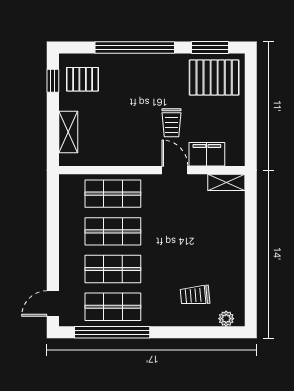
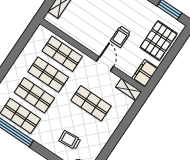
pallet: (214, 77) -> (159, 41), moved, turned 90
filing cabinet: (207, 154) -> (145, 73), moved, turned -90
shop shelf: (191, 231) -> (91, 103), added

